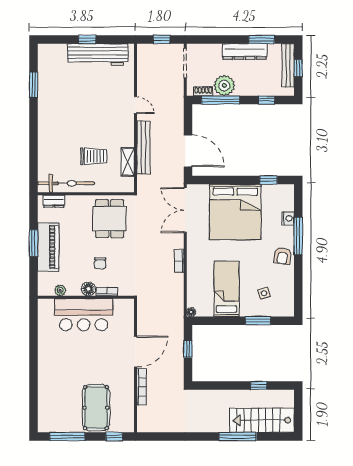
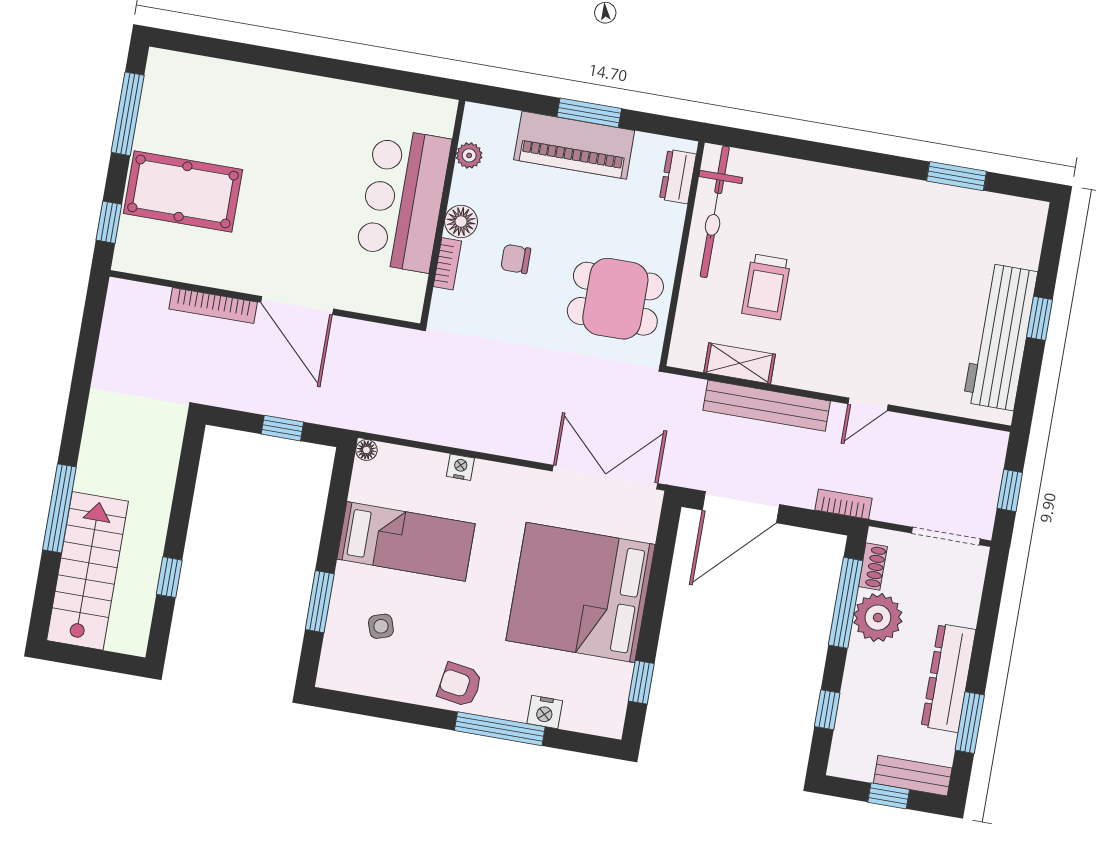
bench: (288, 65) -> (913, 776), width x0.73
bookcase: (179, 261) -> (844, 504), moved
nightstand: (191, 271) -> (460, 467), added

